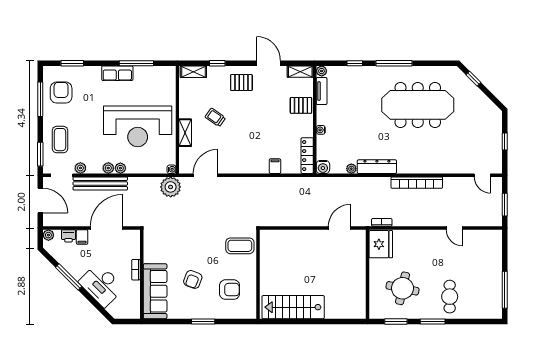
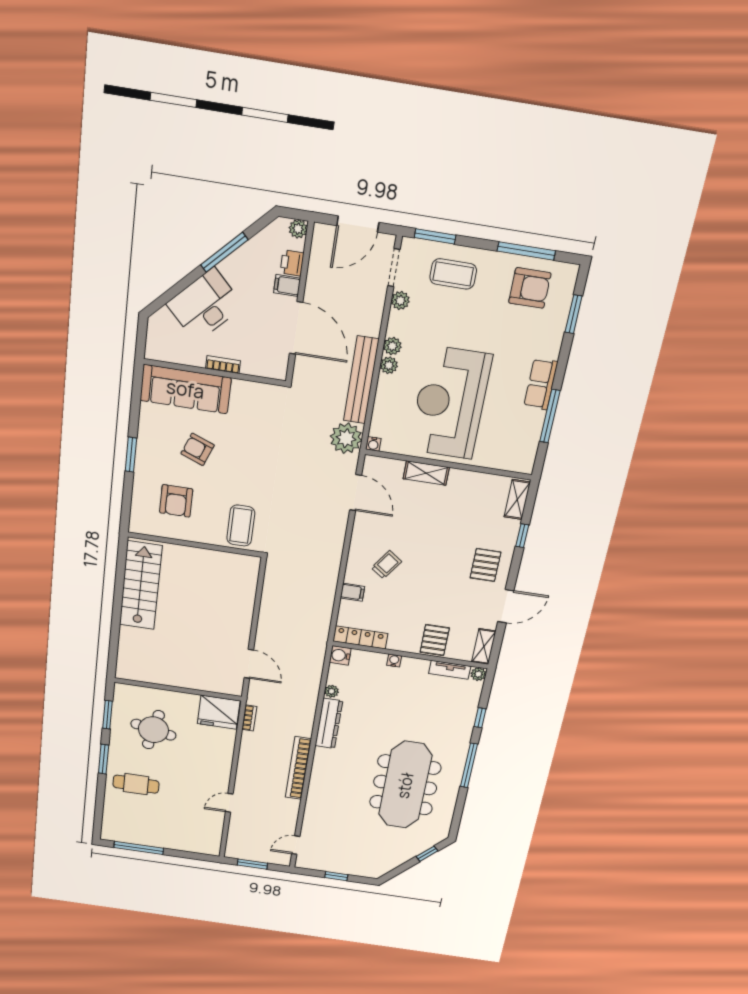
trolley: (215, 117) -> (386, 565), moved
bench: (100, 183) -> (361, 380), moved

